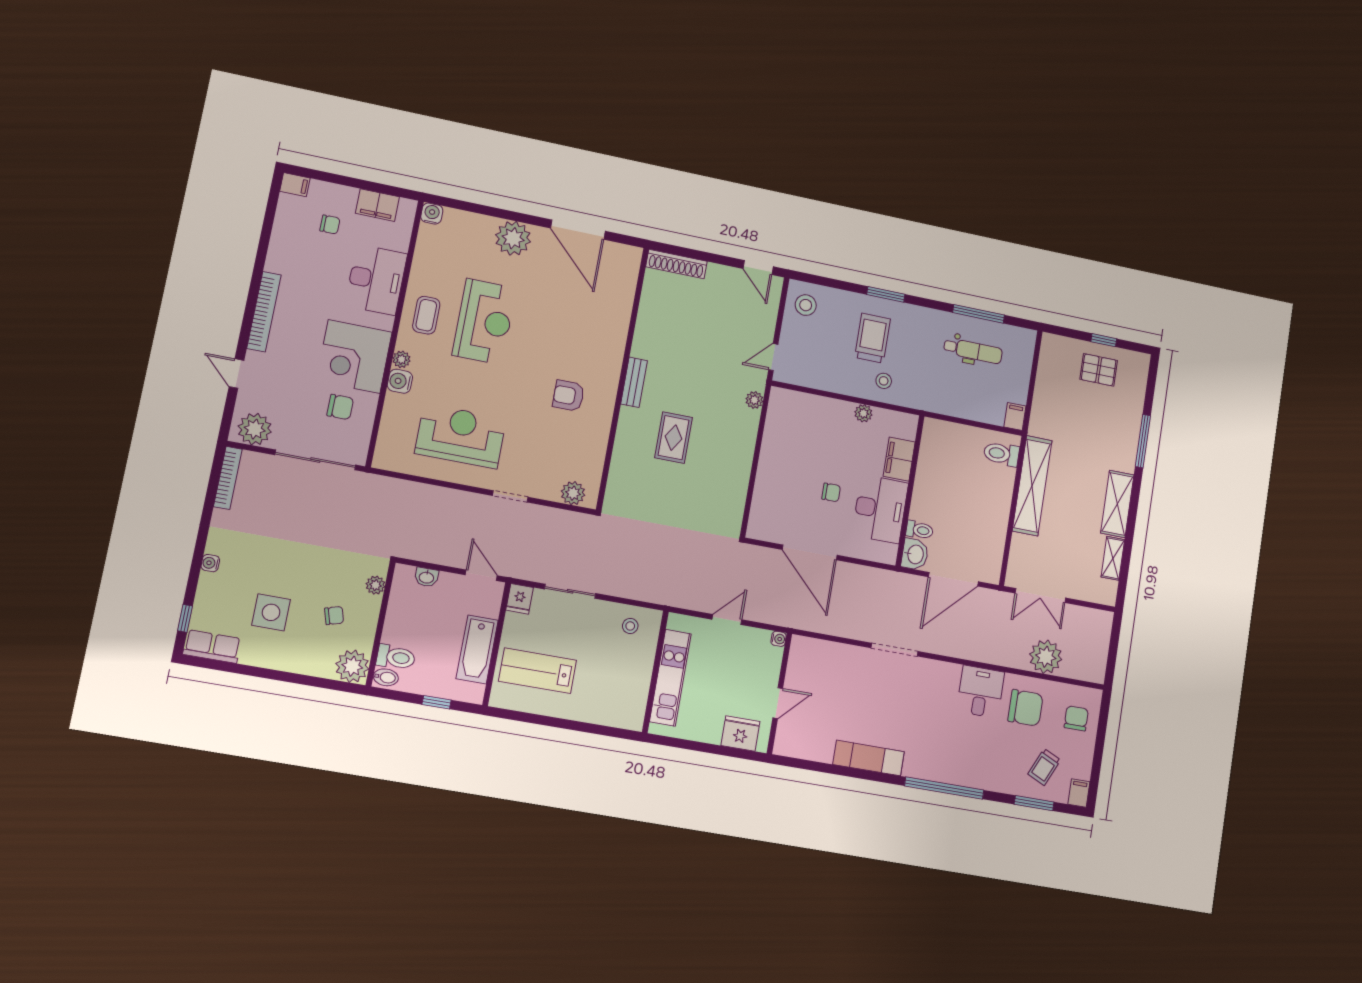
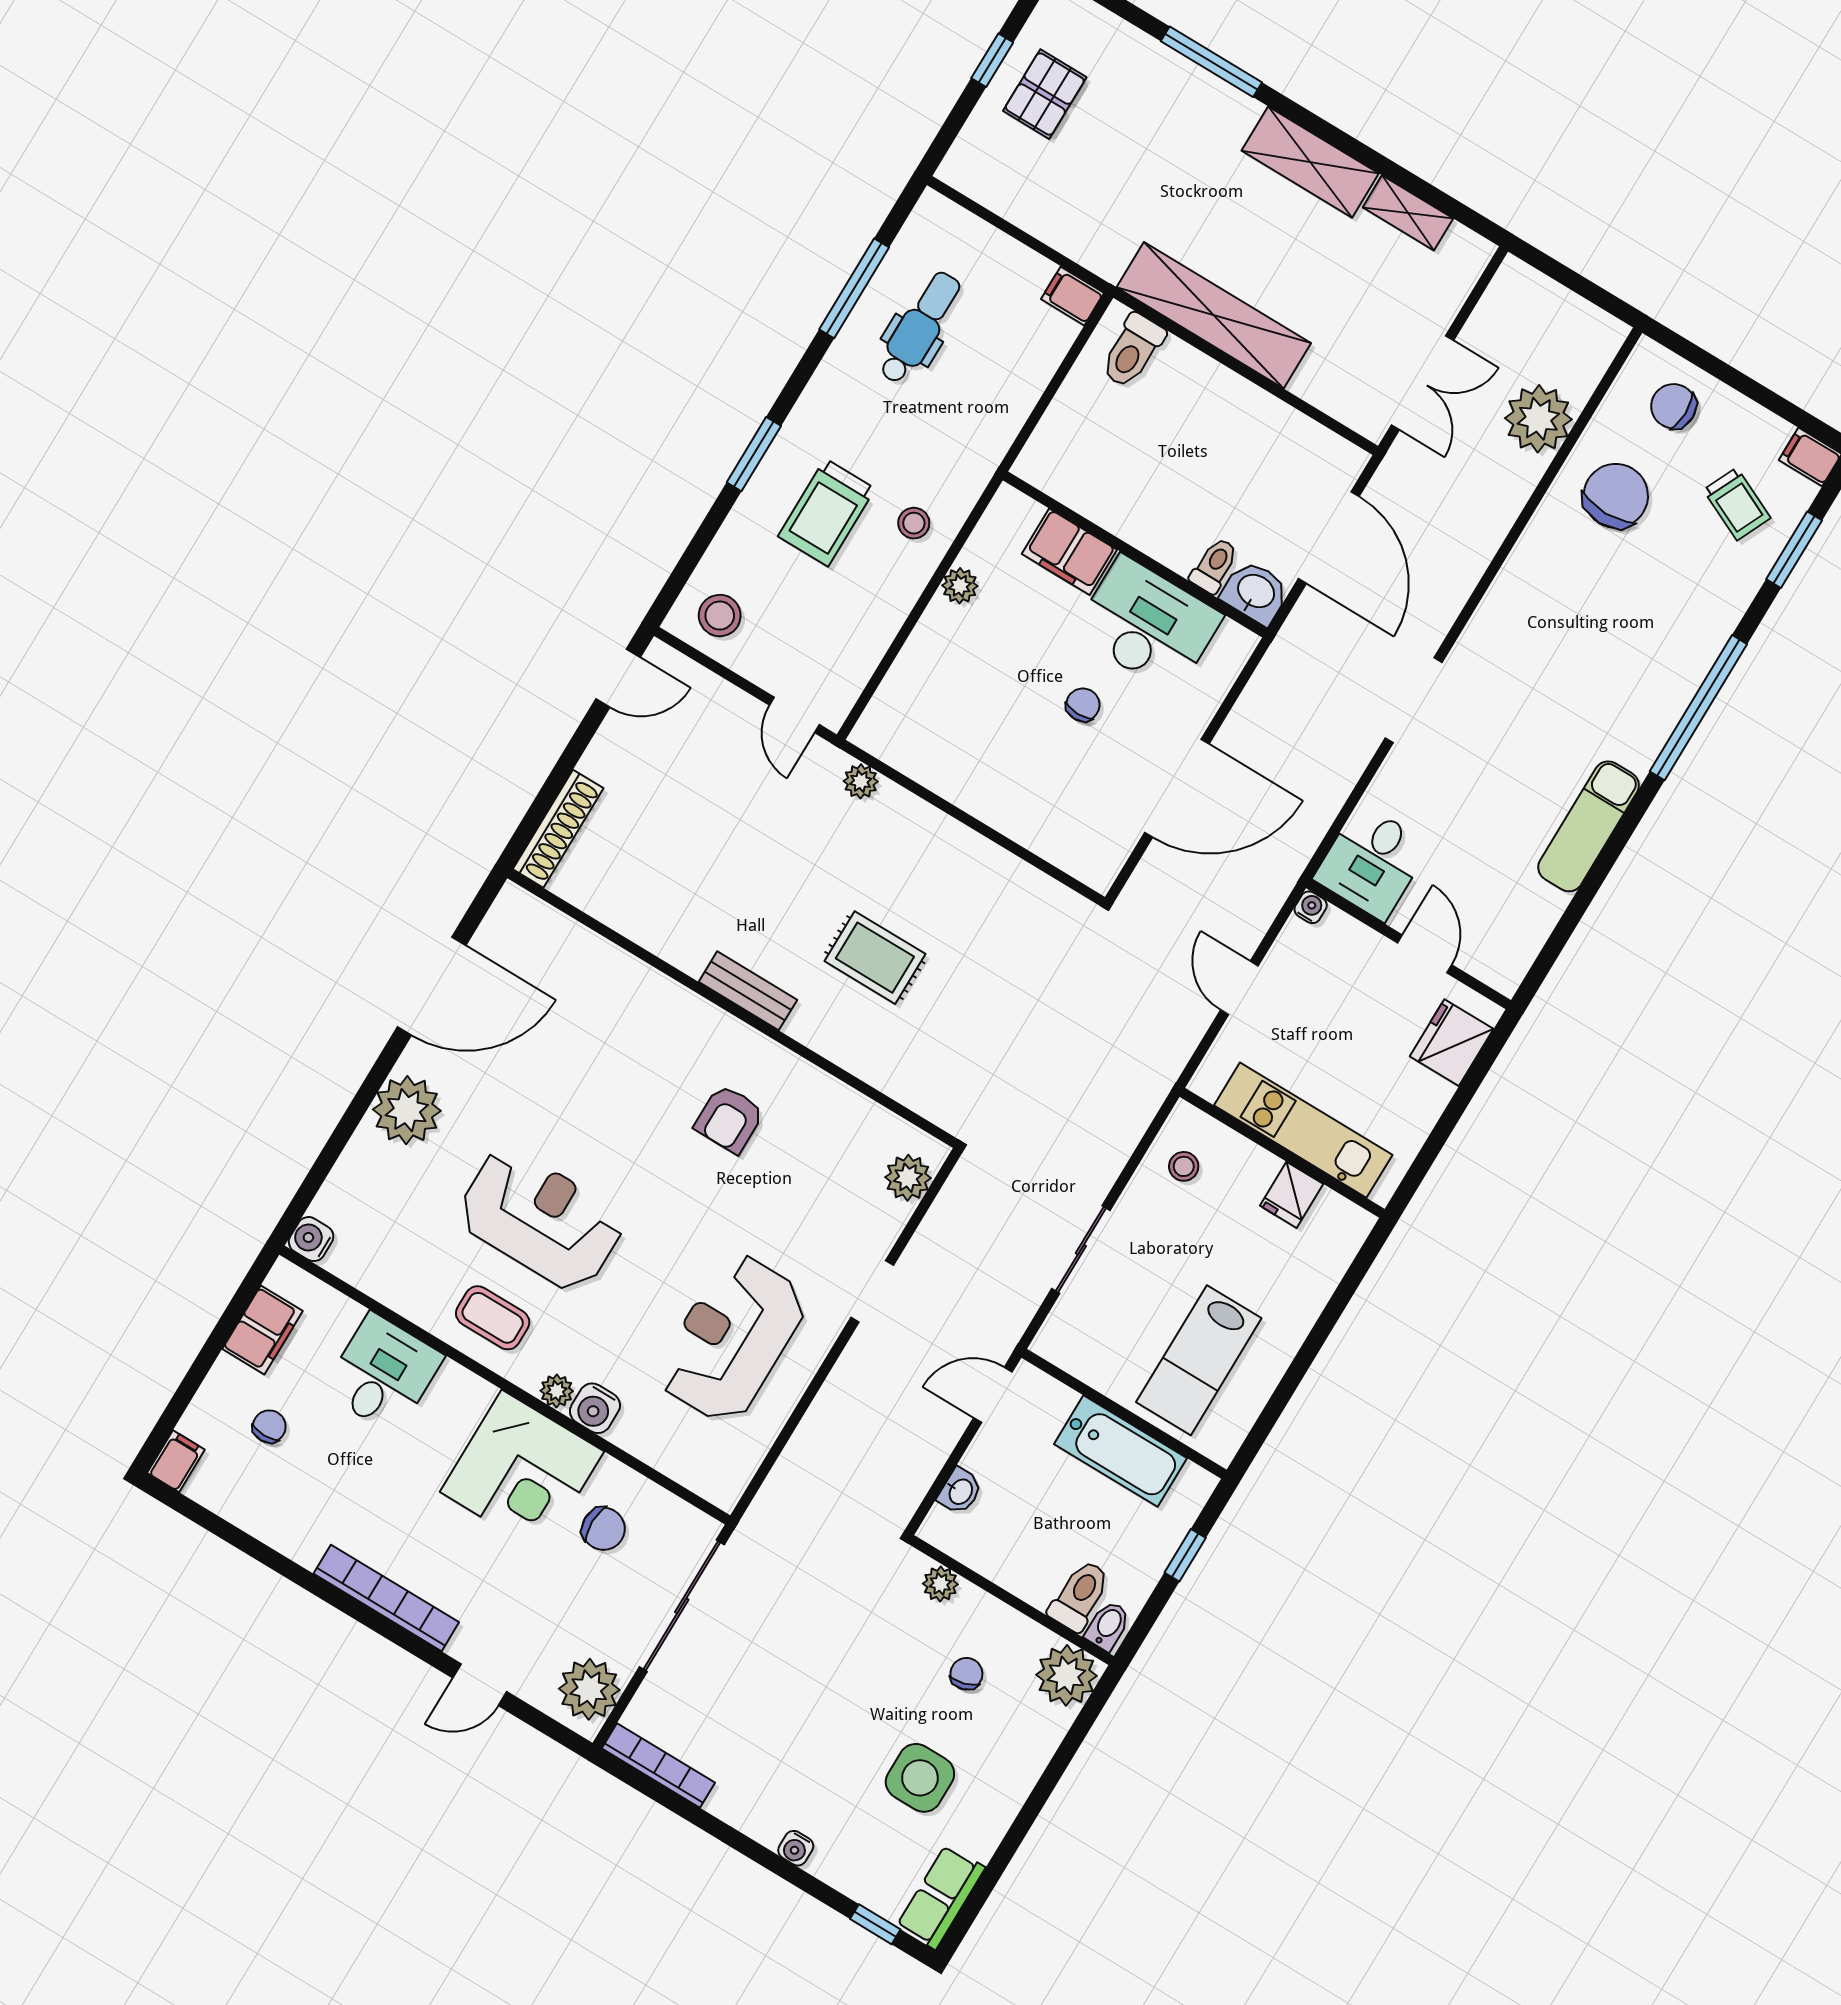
desk: (376, 280) -> (383, 1374), width x0.73
trolley: (873, 338) -> (827, 512), turned -90
chair: (340, 407) -> (603, 1529), turned 90
fridge: (520, 599) -> (1292, 1195), moved, turned 90
desk: (981, 692) -> (1372, 862), moved, turned -90

